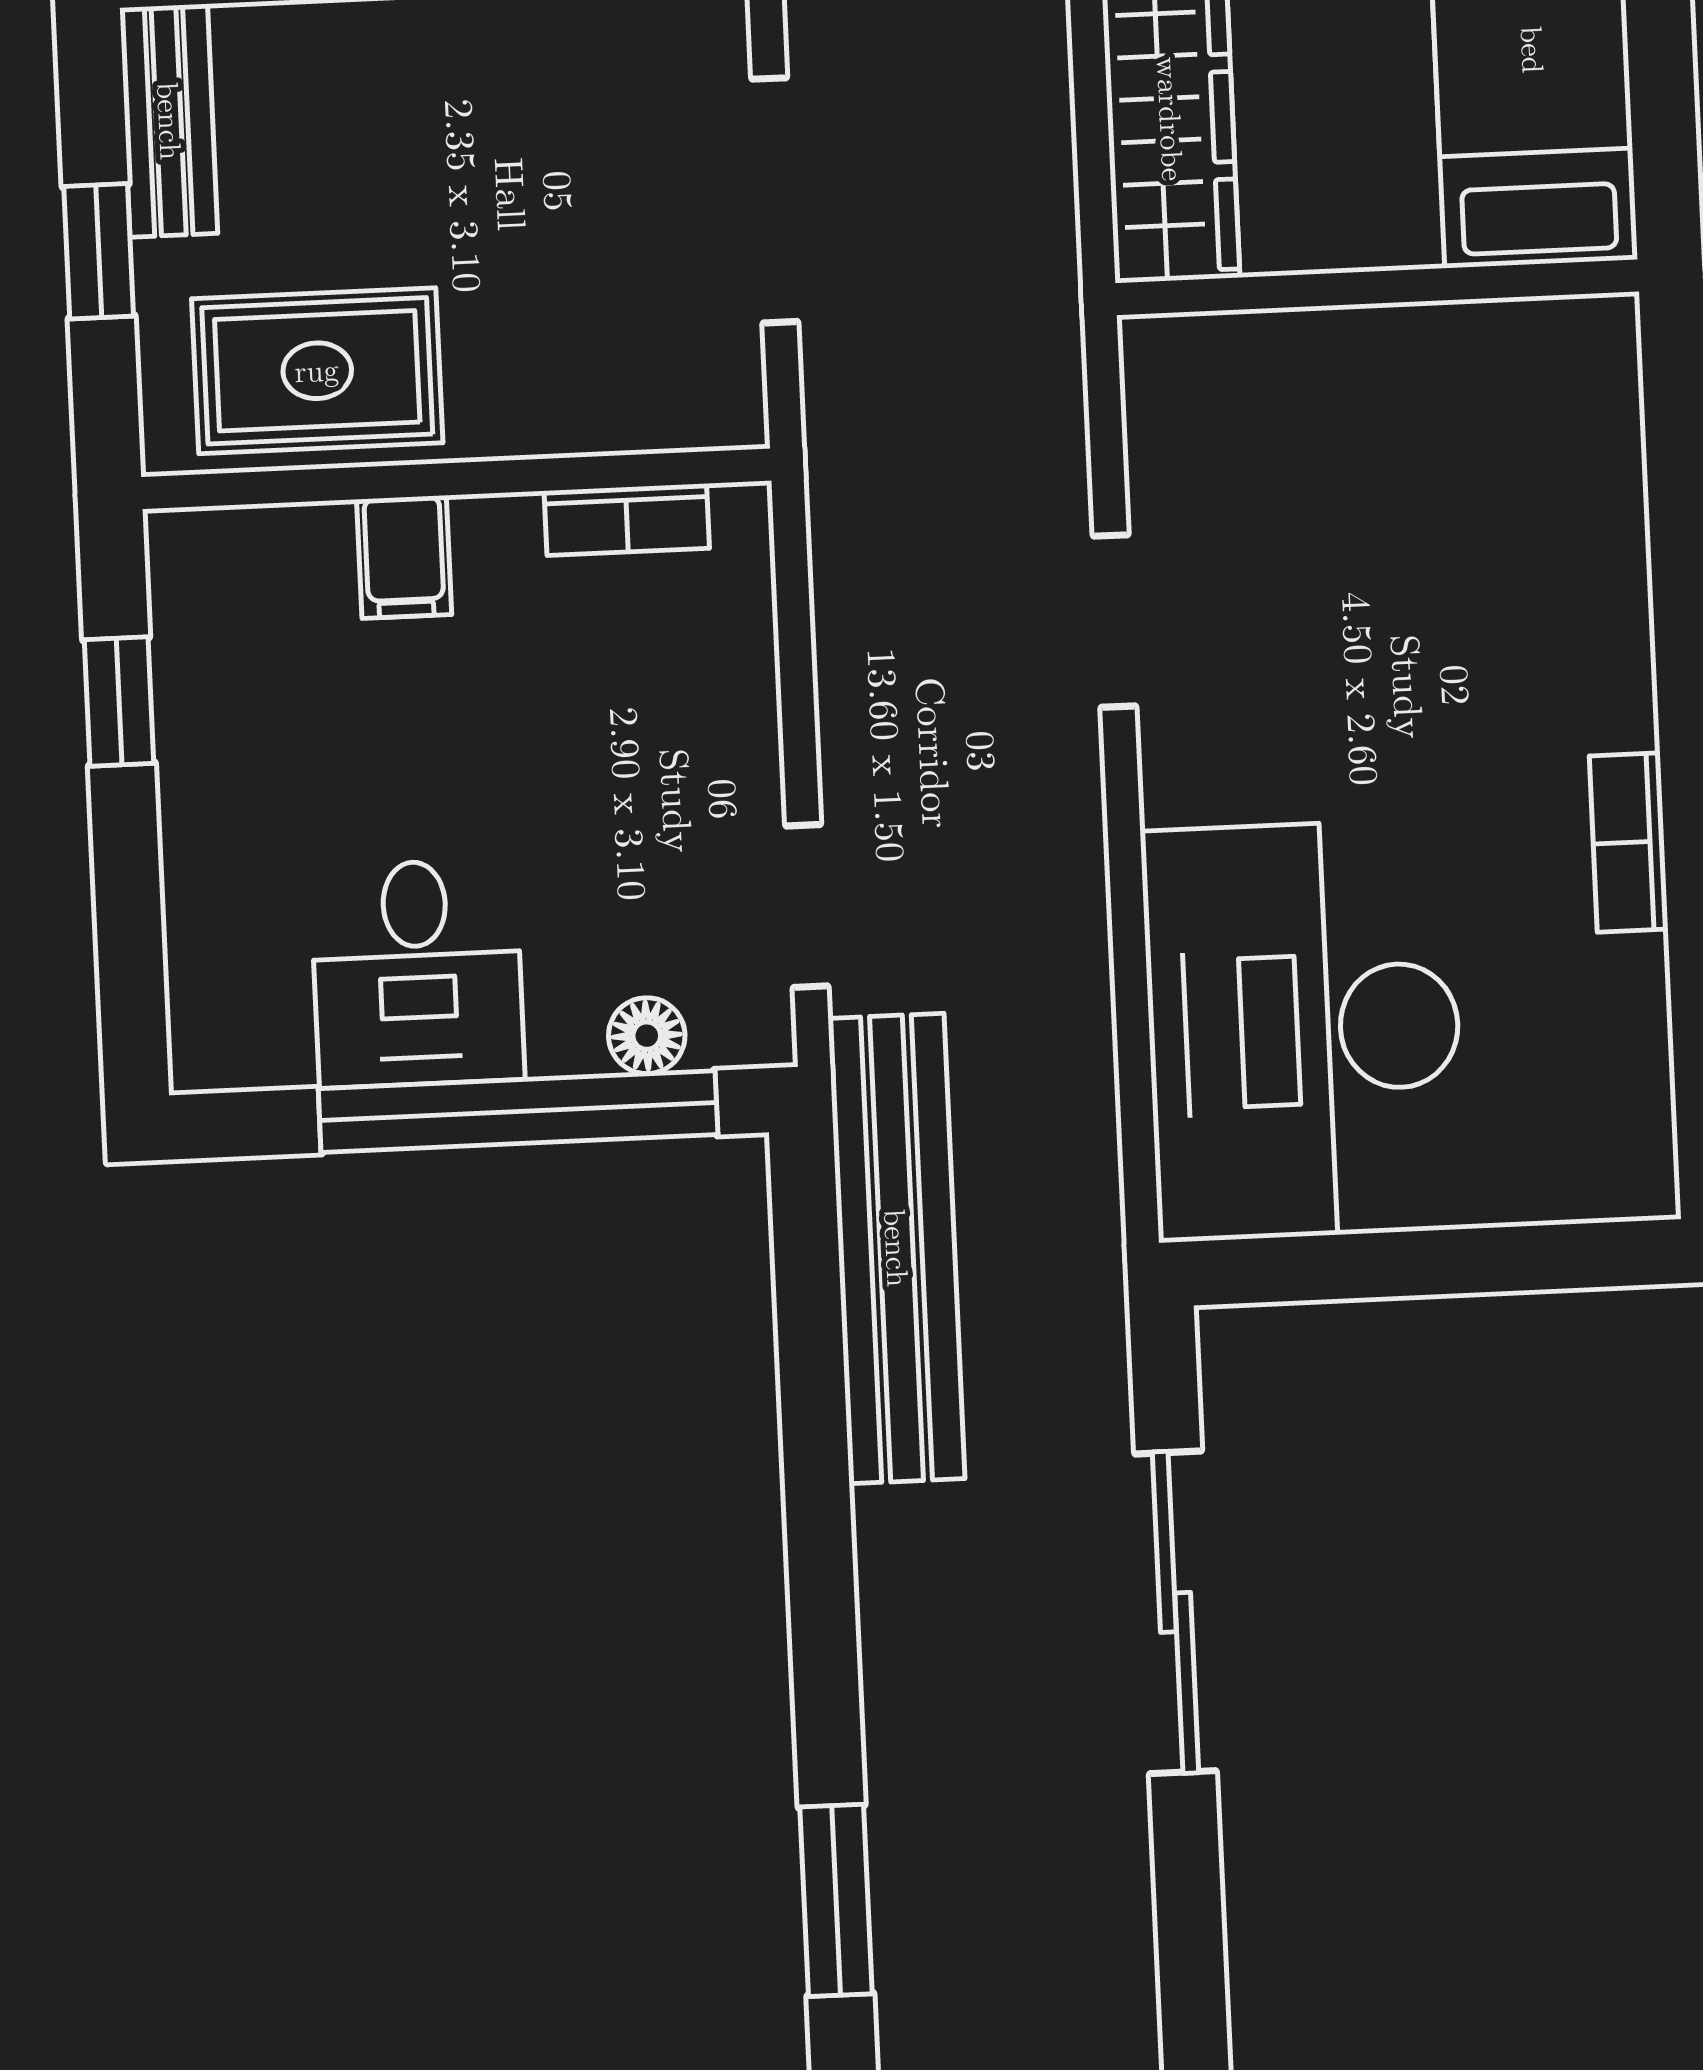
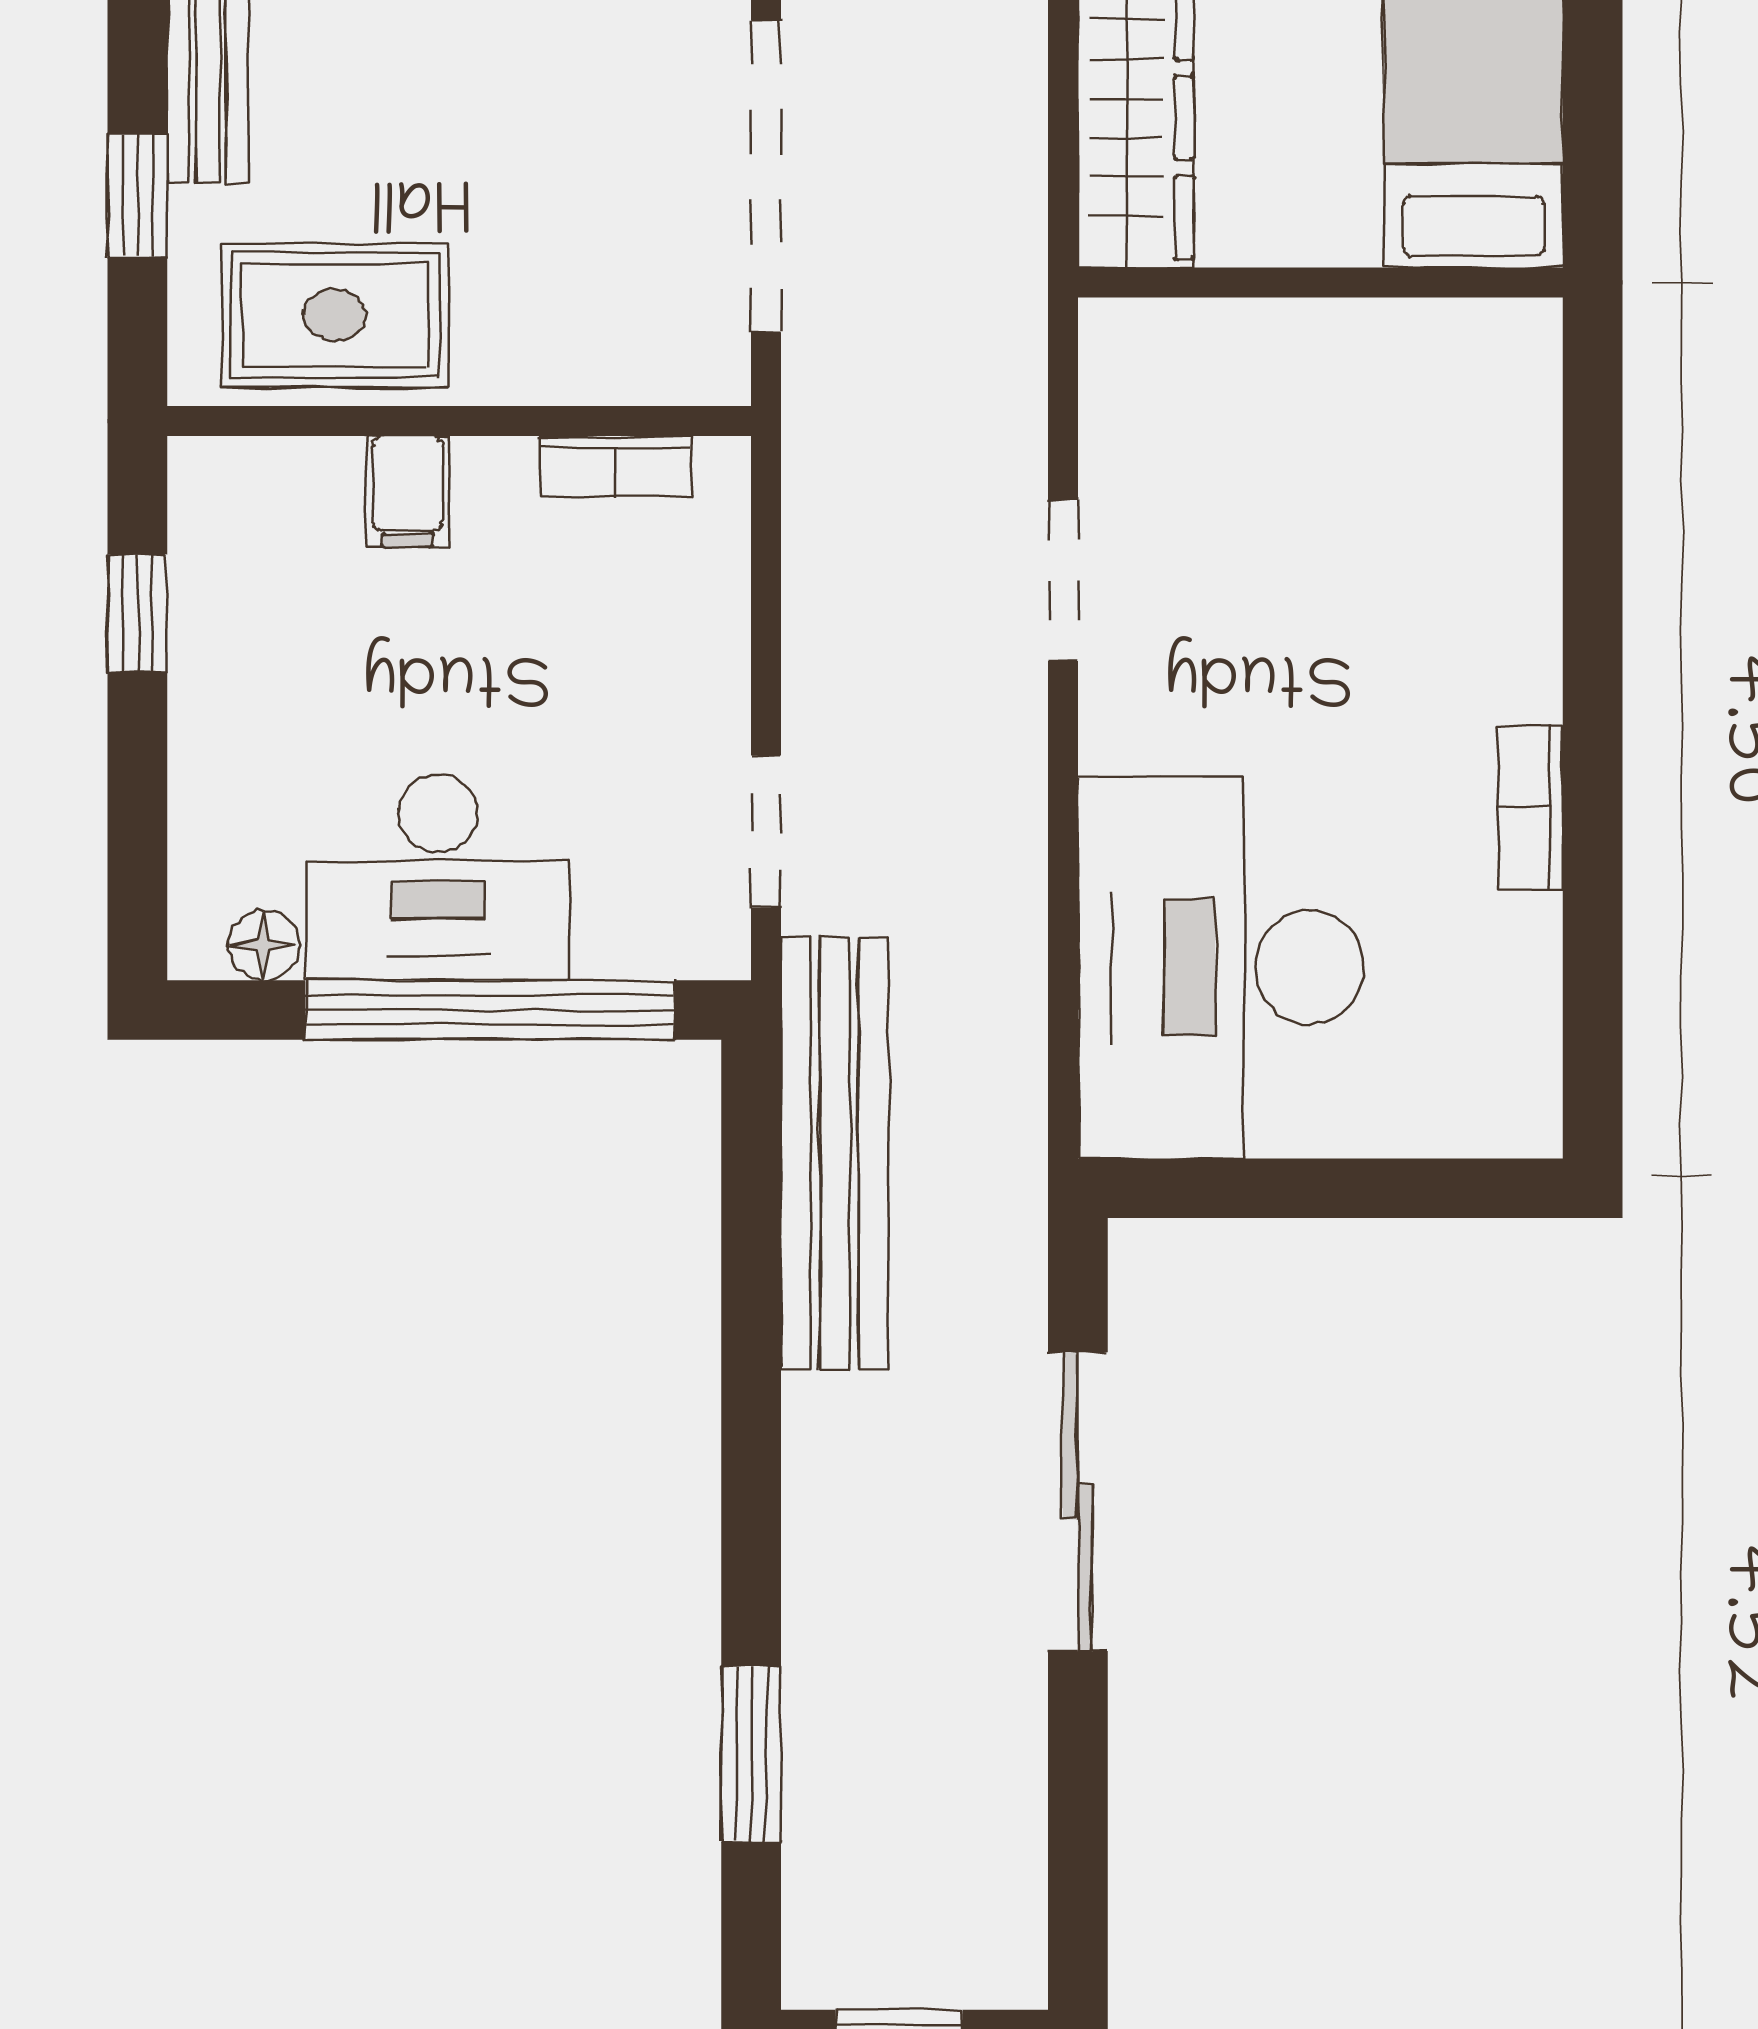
doorway: (775, 200) -> (766, 177), width x1.36
desk: (417, 973) -> (438, 877), width x1.37
floor lamp: (647, 1036) -> (264, 945), moved

